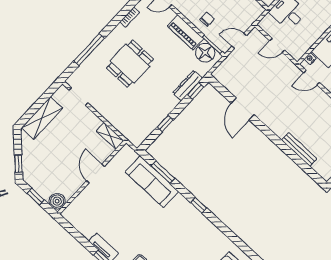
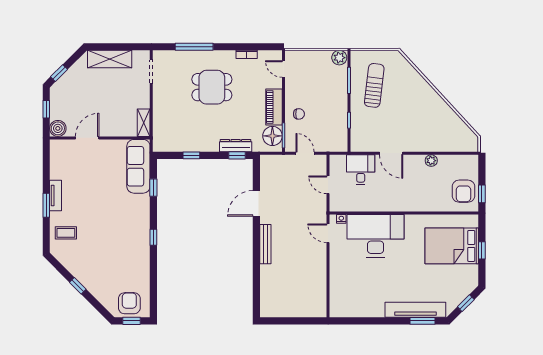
bench: (299, 149) -> (265, 244), moved
window: (163, 172) -> (153, 188), width x0.67
door: (95, 174) -> (87, 138), moved
sofa: (152, 182) -> (138, 166), moved

